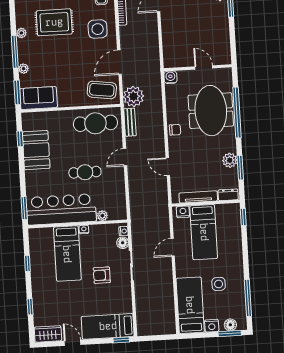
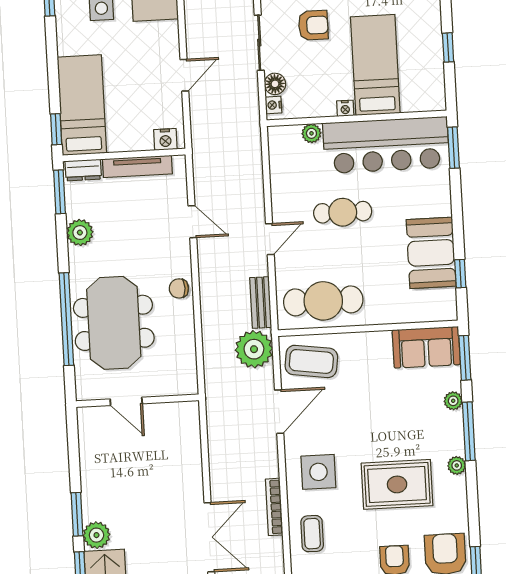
water cooler: (170, 77) -> (187, 384), removed
window: (240, 168) -> (60, 192), moved
bed: (204, 232) -> (82, 105), moved

